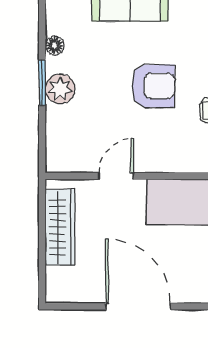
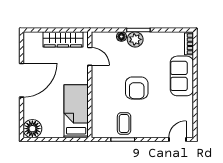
floor lamp: (55, 46) -> (121, 37), moved
door: (116, 176) -> (90, 56), moved

